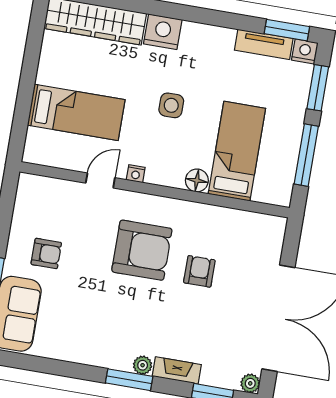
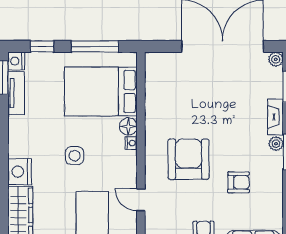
window: (318, 88) -> (42, 46), width x0.67
bed: (237, 151) -> (101, 92), width x1.50
nightstand: (136, 174) -> (131, 143), moved
armchair: (199, 271) -> (238, 182), moved, turned 180

